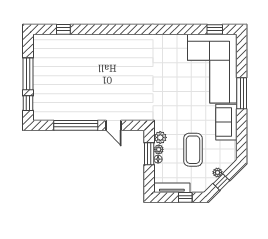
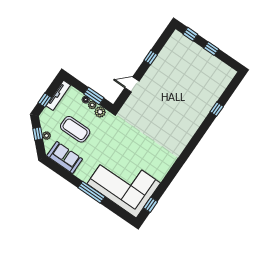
window: (63, 29) -> (217, 109), moved
window: (28, 74) -> (211, 49), width x0.46
sofa: (226, 122) -> (65, 157), moved
window: (76, 125) -> (151, 57), width x0.32

